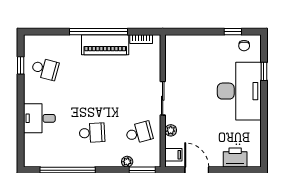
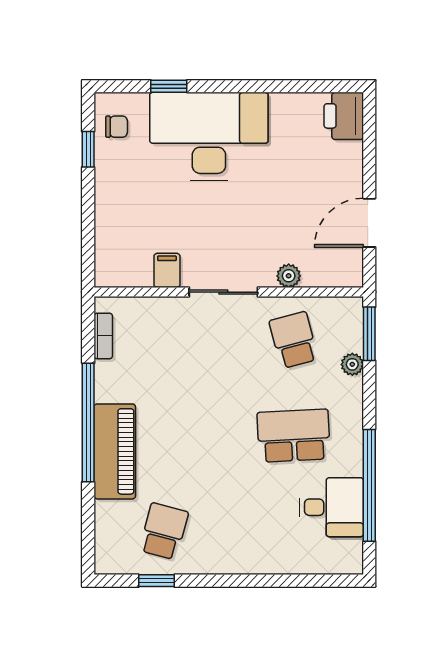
piano: (105, 45) -> (115, 451), moved
desk: (39, 118) -> (331, 507), moved, turned -90
school desk: (92, 133) -> (294, 436), width x1.85
filing cabinet: (173, 155) -> (167, 270), moved
printer: (235, 157) -> (344, 116), moved

